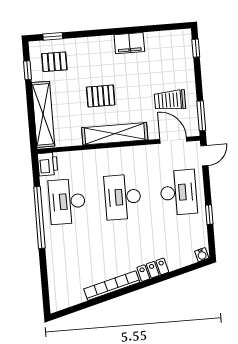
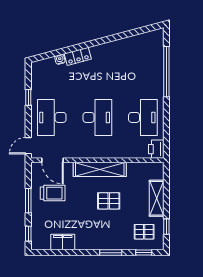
window: (93, 33) -> (111, 253), added
filing cabinet: (129, 43) -> (63, 242), moved
shelving: (43, 114) -> (157, 198), width x0.68
window: (201, 116) -> (28, 201), moved
window: (39, 218) -> (166, 72), moved
water cooler: (202, 255) -> (60, 59), moved
bookcase: (112, 286) -> (112, 46), removed

